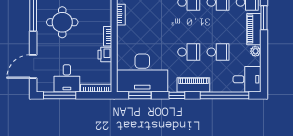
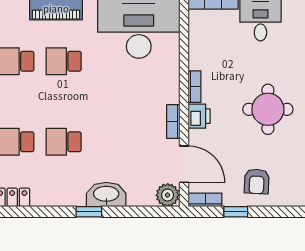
printer: (105, 55) -> (199, 116), moved

